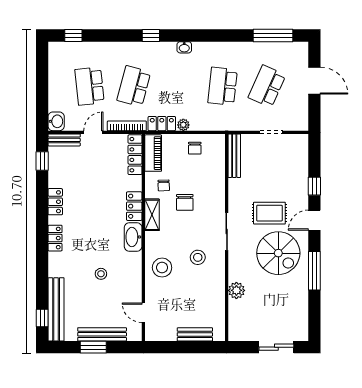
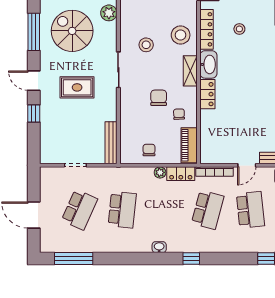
locker: (135, 155) -> (207, 29), moved
shelving: (152, 215) -> (190, 71), moved
door: (314, 220) -> (34, 81), swing flipped
spiral stairs: (278, 253) -> (72, 31), moved

